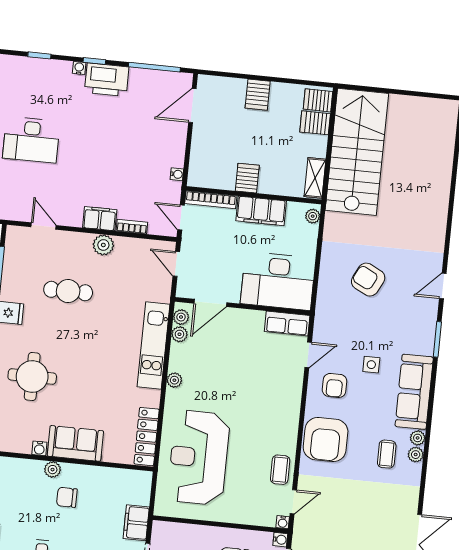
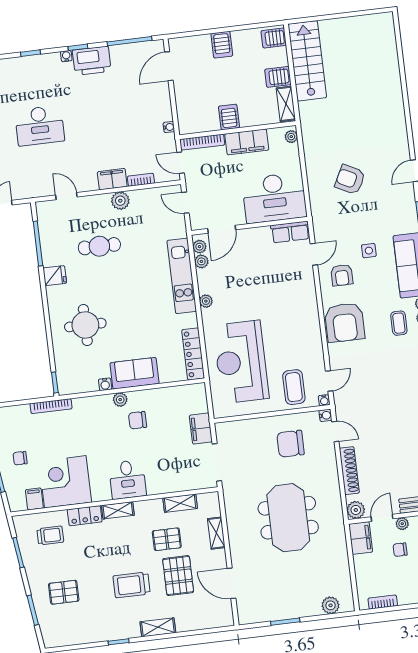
server rack: (315, 123) -> (278, 77), moved
stairs: (357, 152) -> (307, 61), width x0.73, depth x0.66
coffee table: (280, 470) -> (294, 387), moved, width x1.36, depth x1.30

